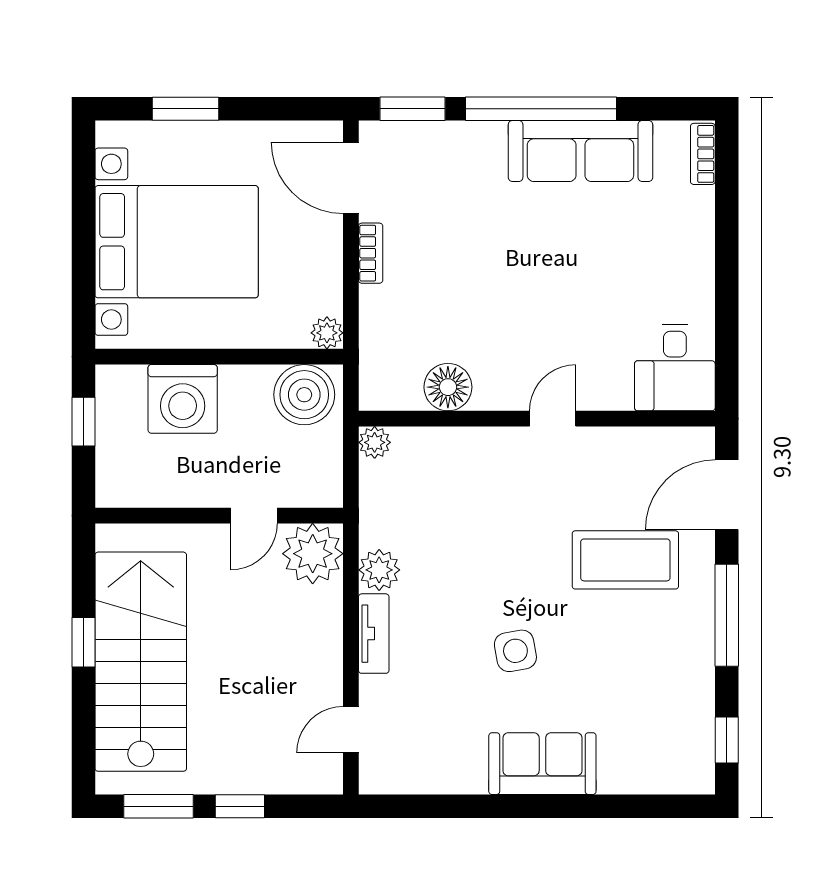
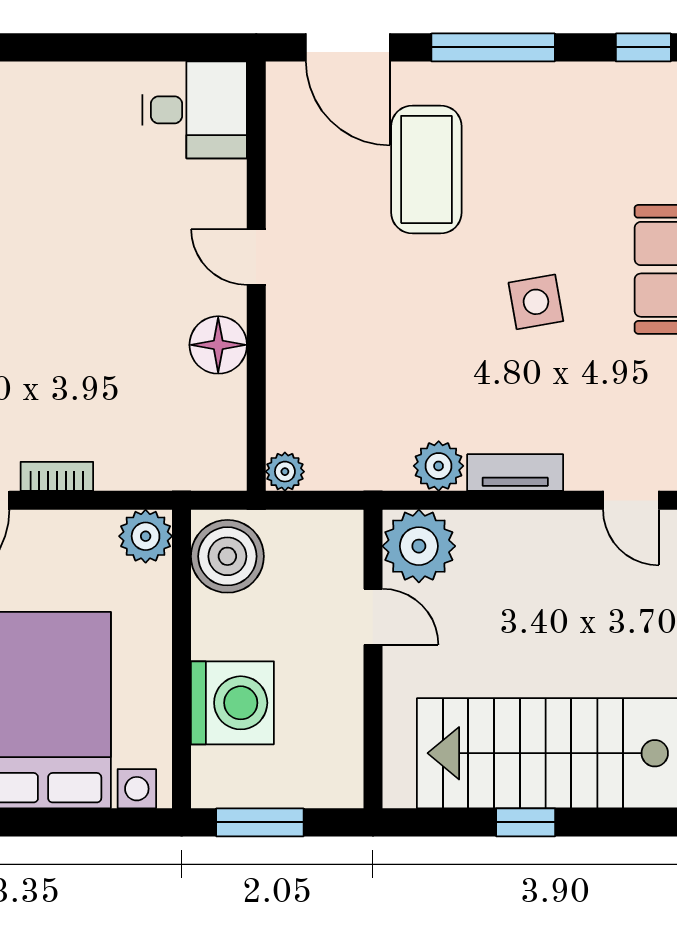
plant: (327, 333) -> (146, 536), width x1.38, depth x1.38
floor lamp: (448, 387) -> (218, 345), moved
window: (83, 422) -> (260, 822), width x1.50

